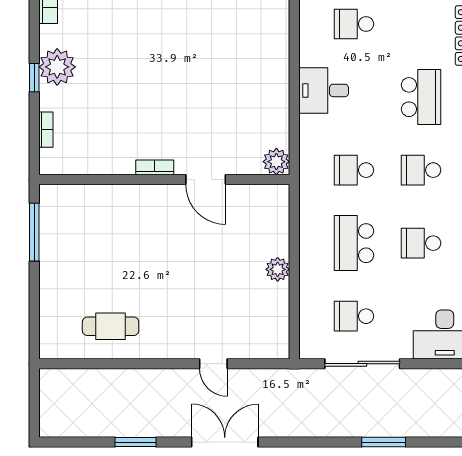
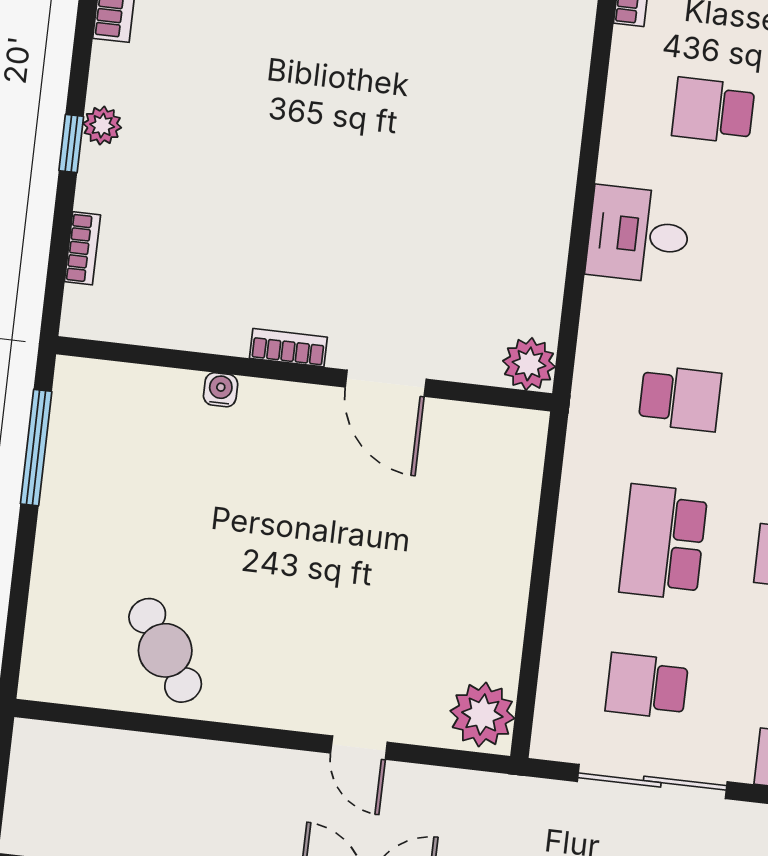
plant: (57, 67) -> (102, 126), width x0.53, depth x0.53
school desk: (354, 170) -> (680, 398), turned 180
water cooler: (123, 192) -> (221, 390), added
plant: (278, 269) -> (482, 715), moved, width x1.36, depth x1.36
cafe table: (111, 326) -> (165, 650), turned 56

